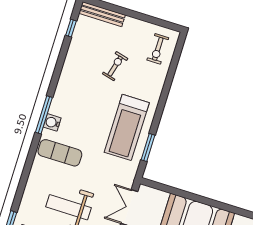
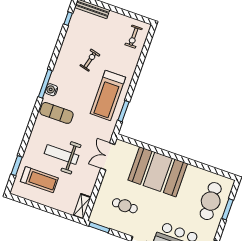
exercise bike: (115, 66) -> (90, 60), moved

